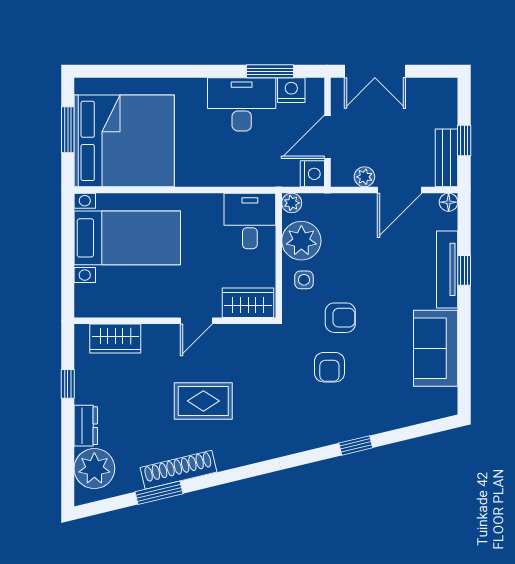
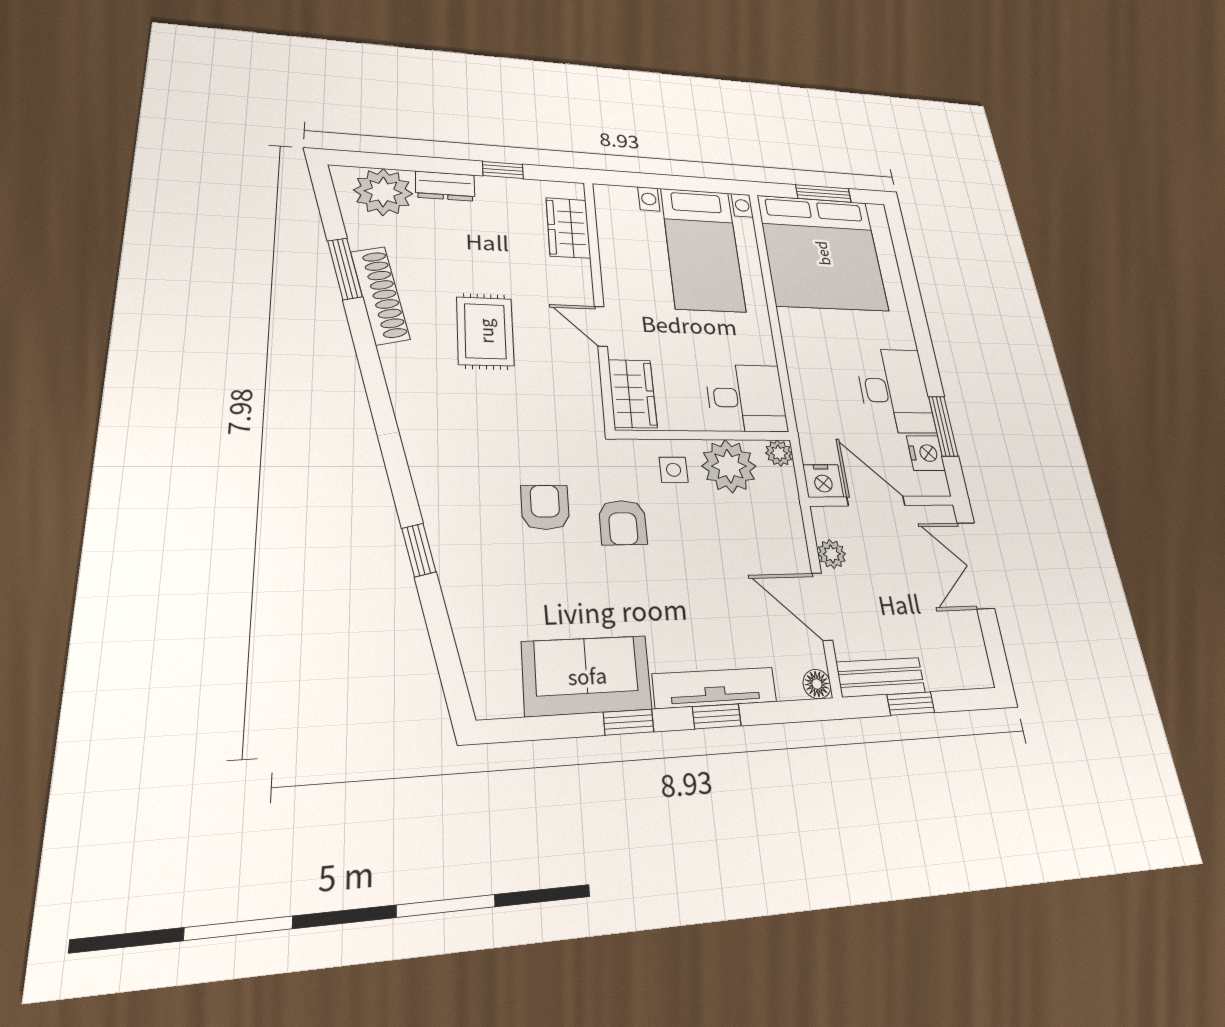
window: (464, 325) -> (629, 722), added
armchair: (329, 367) -> (545, 507), turned 90

